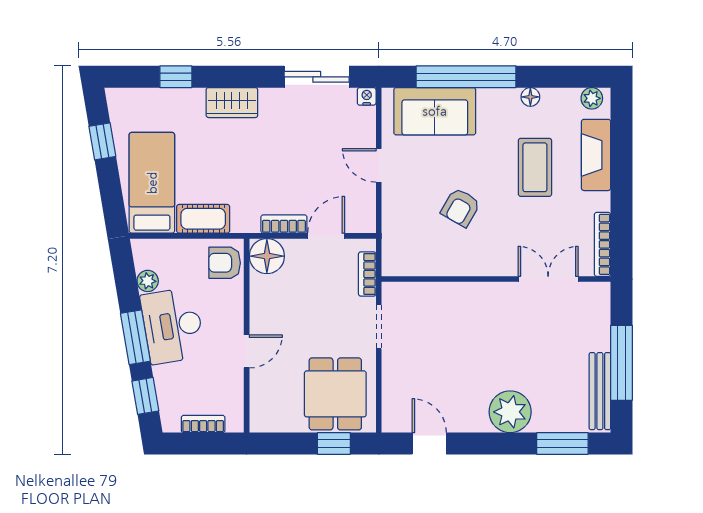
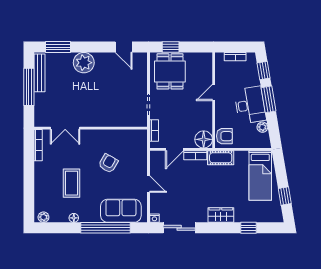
fireplace: (596, 155) -> (41, 189), removed
cot: (203, 219) -> (221, 158), moved

